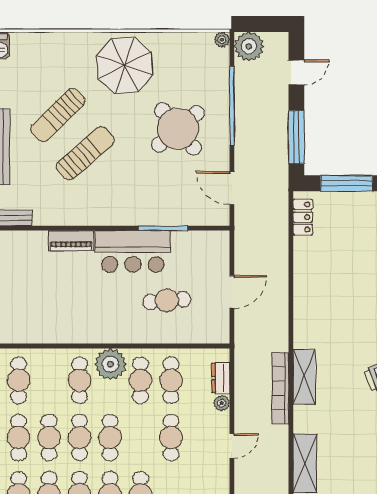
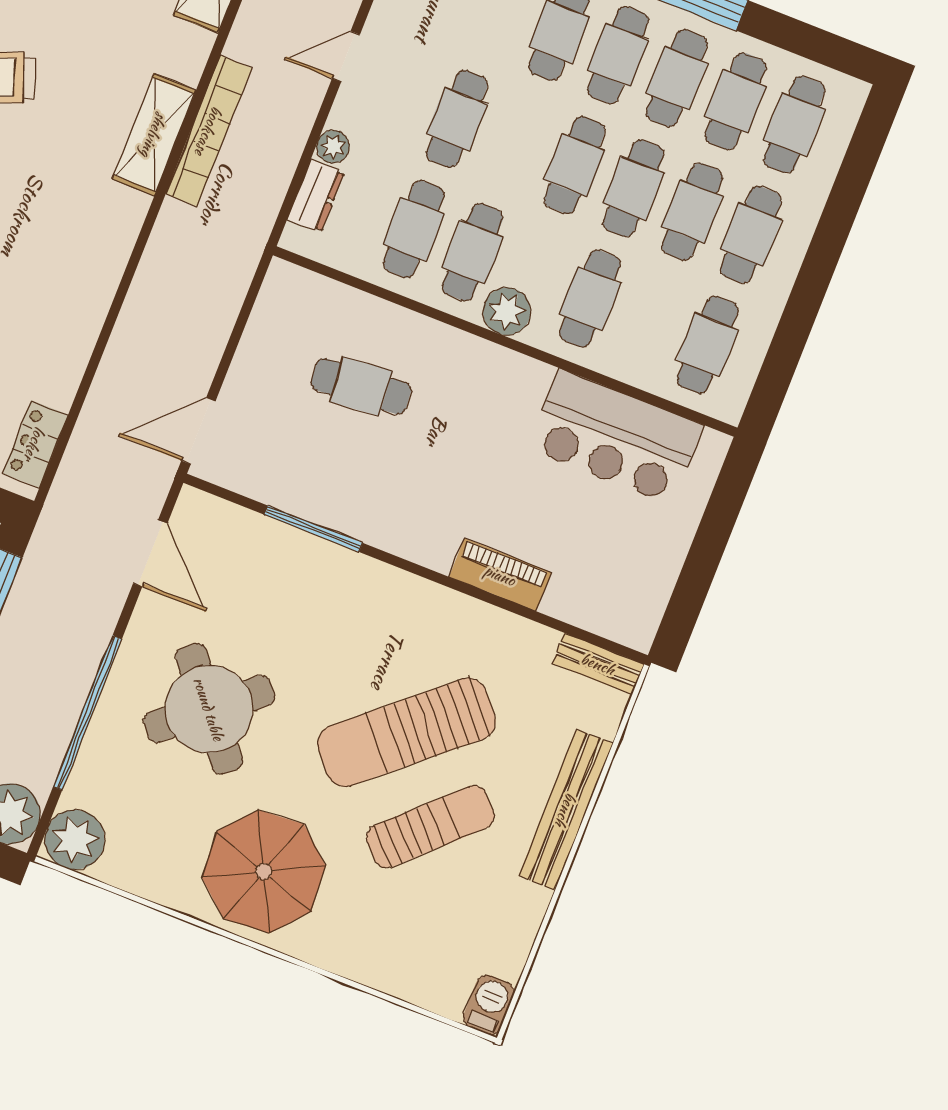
plant: (222, 40) -> (75, 840), width x1.87, depth x1.87
sun lounger: (85, 153) -> (407, 732), width x1.36, depth x1.34
bar counter: (133, 251) -> (616, 437), moved, turned 180
door: (232, 292) -> (198, 431), moved
plant: (110, 364) -> (507, 311), width x0.73, depth x0.73

